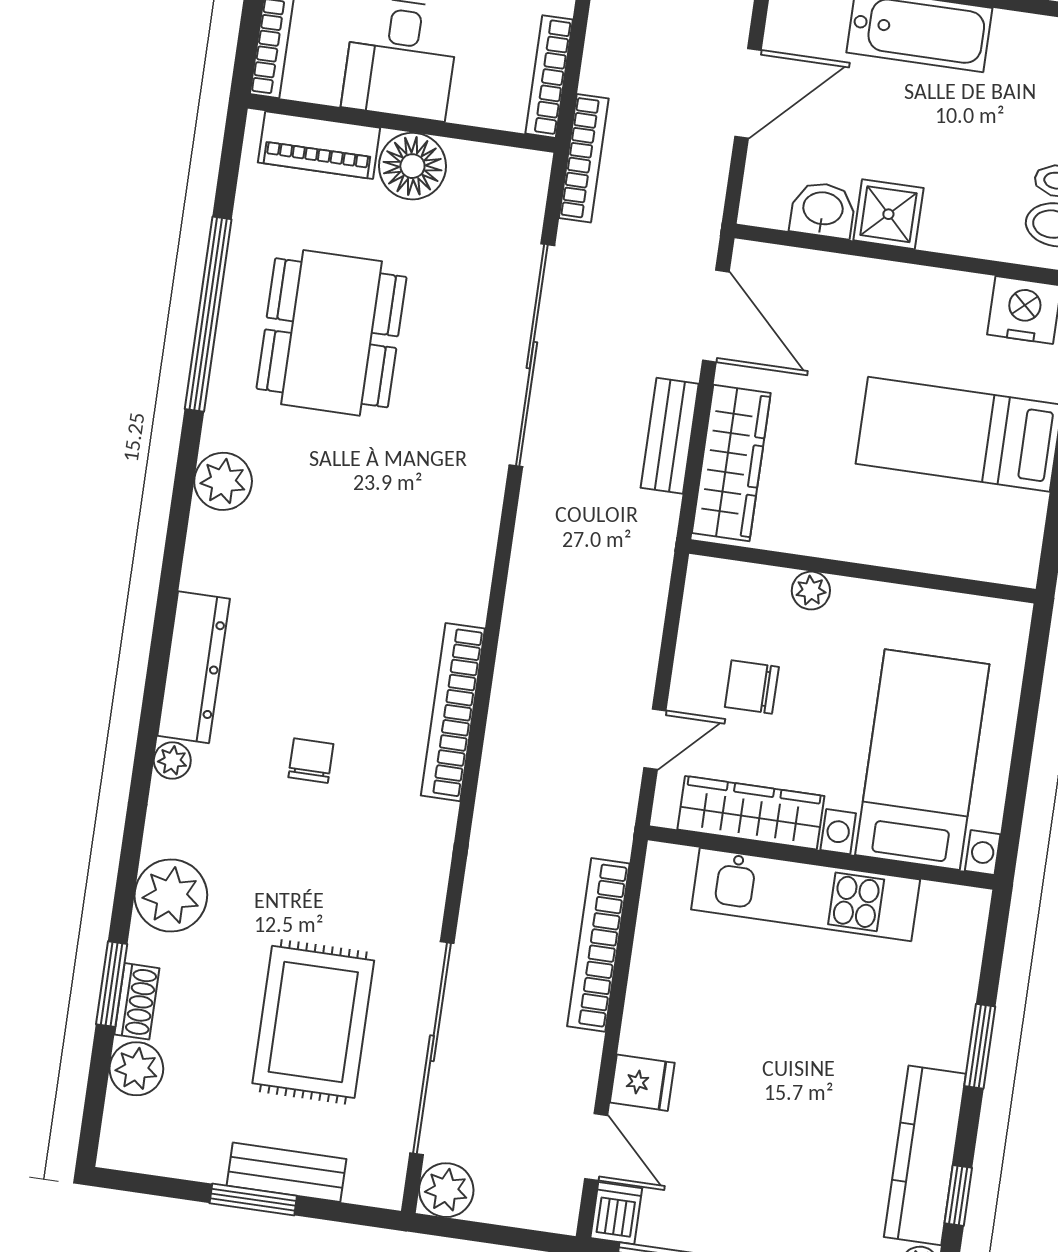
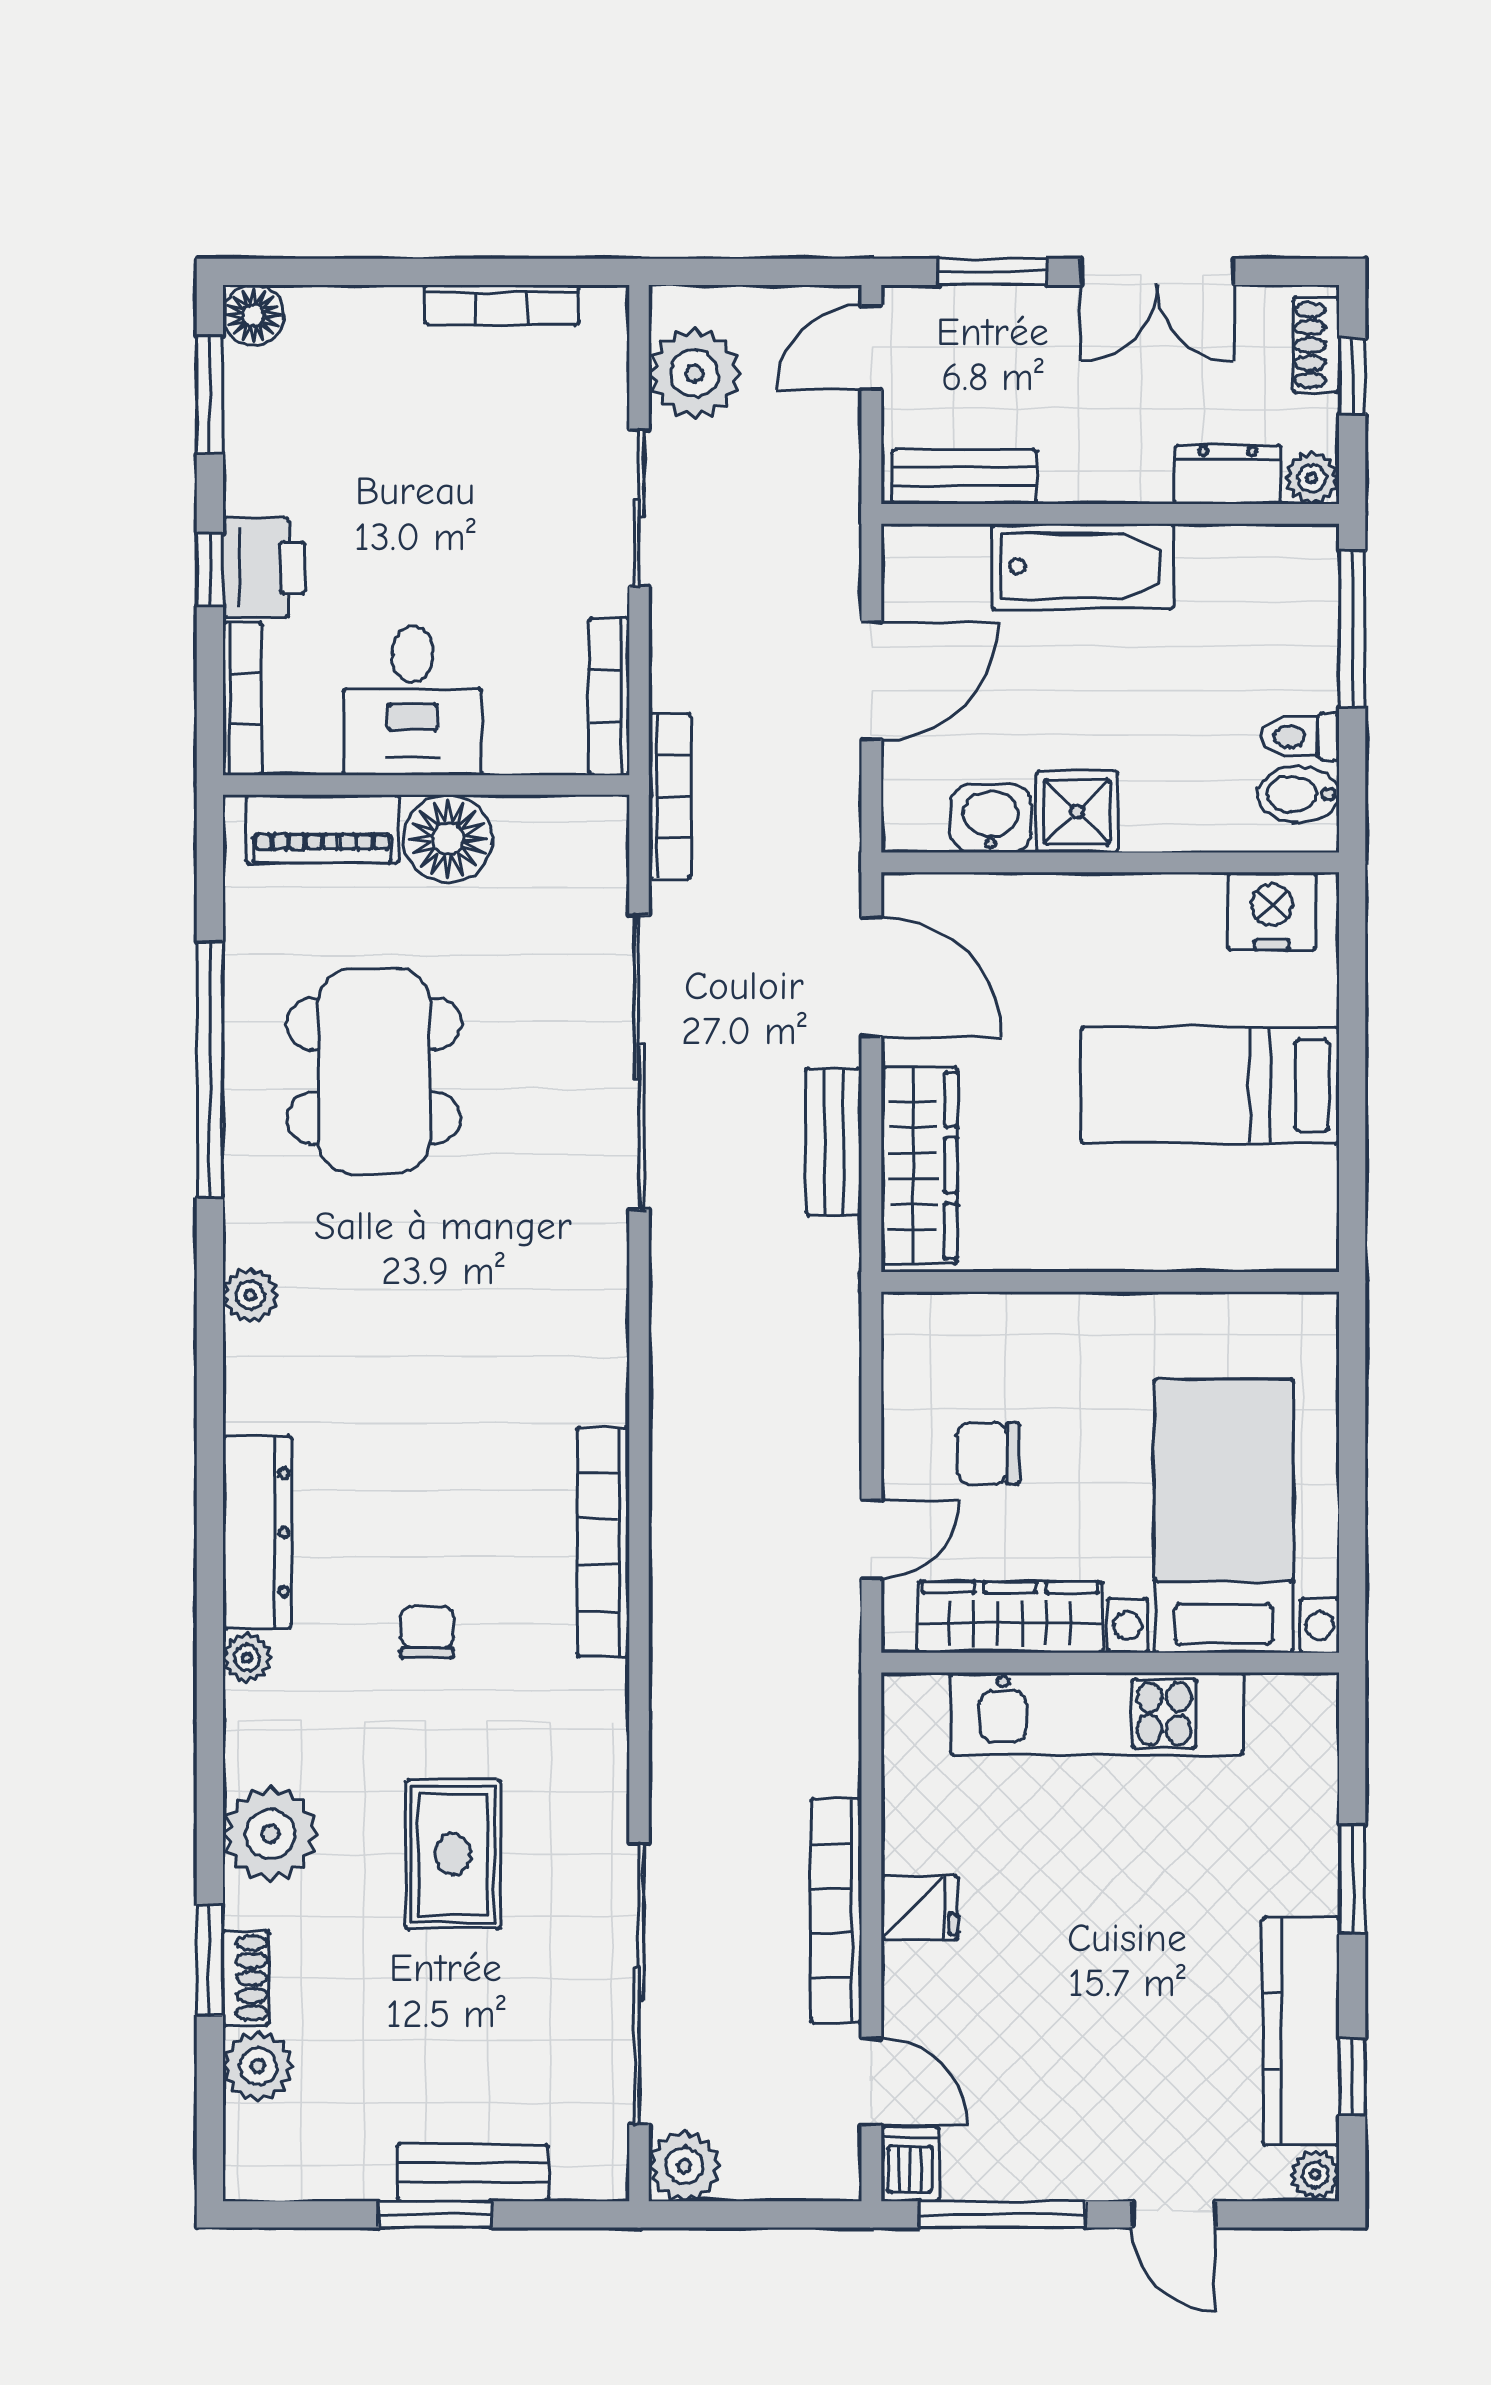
plant: (223, 481) -> (250, 1295), width x0.73, depth x0.73
plant: (811, 591) -> (1047, 1317), removed
bookcase: (598, 945) -> (836, 1911), moved
rug: (313, 1022) -> (453, 1855), moved, width x0.73, depth x0.70
fridge: (642, 1083) -> (919, 1908), moved

